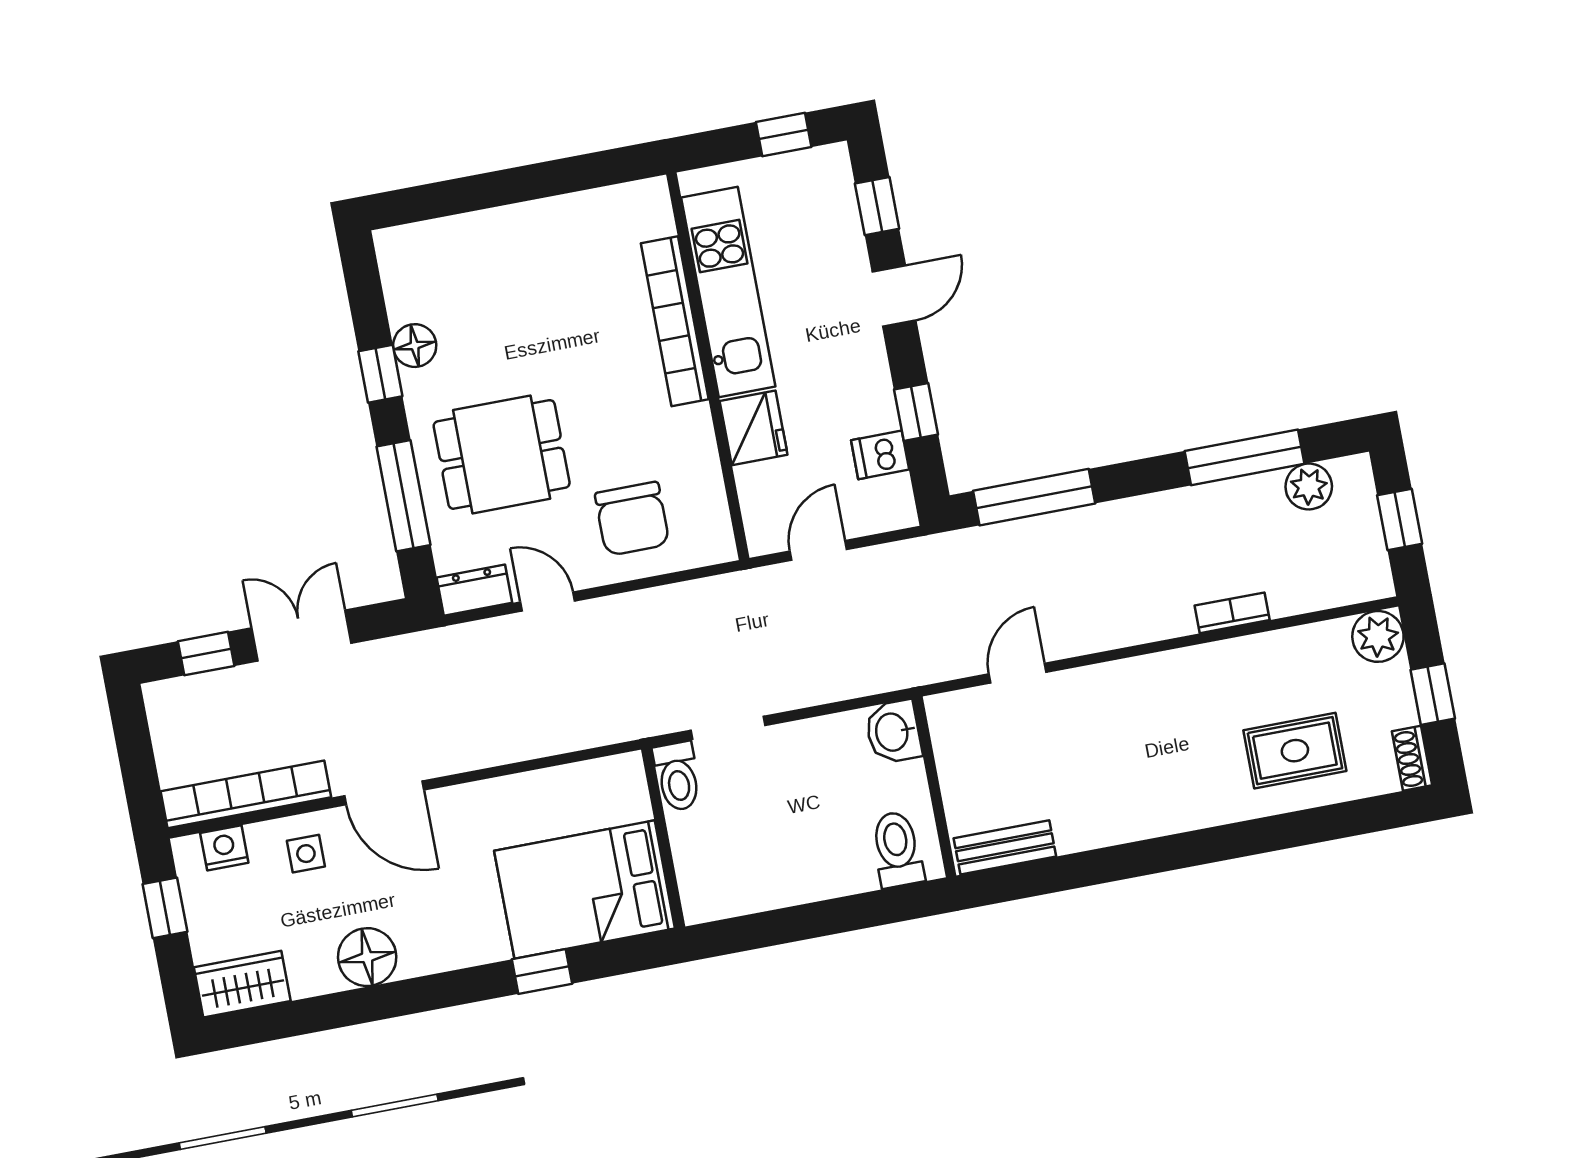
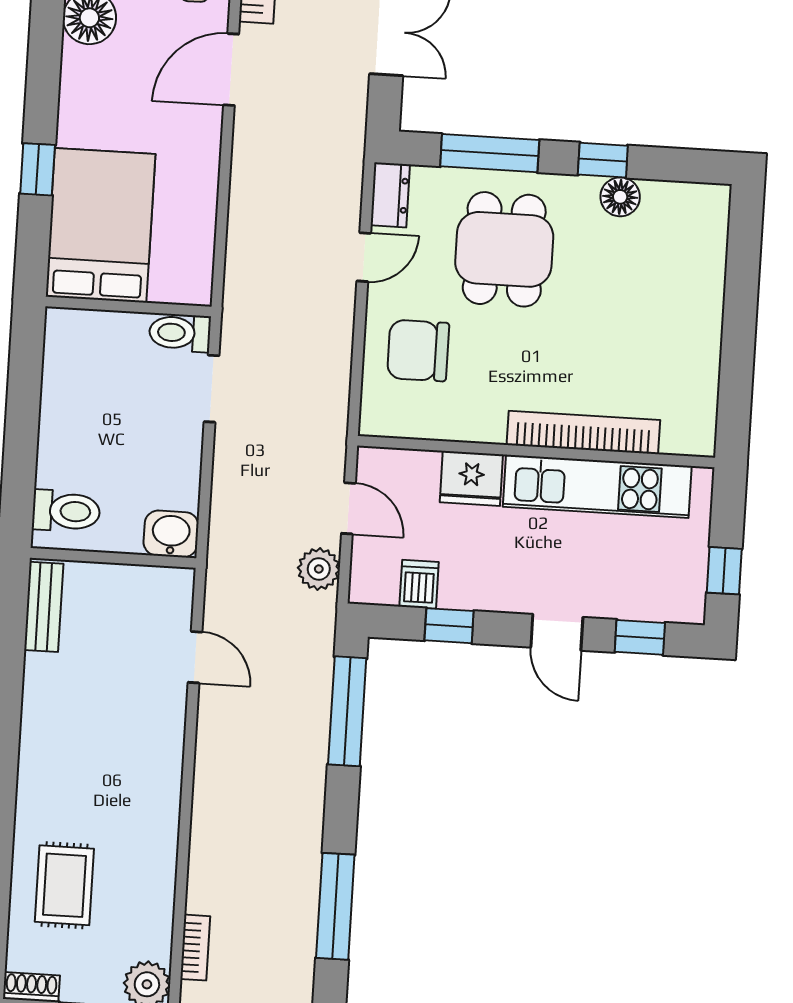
plant: (1309, 487) -> (319, 569), moved
bookcase: (1232, 613) -> (195, 948), moved

